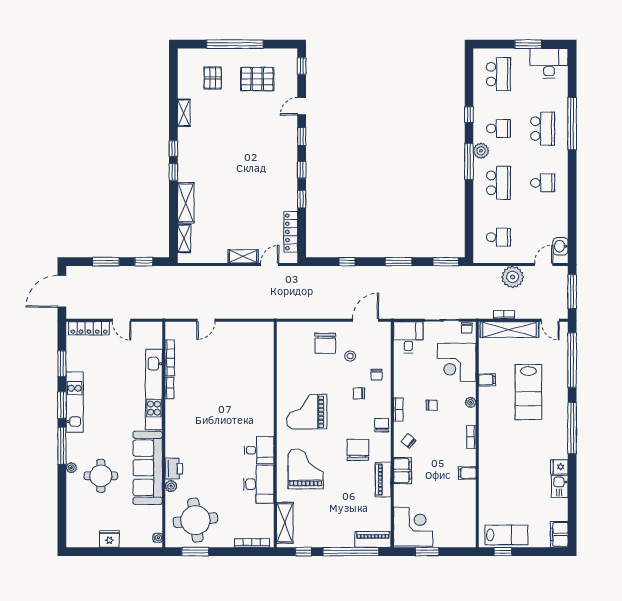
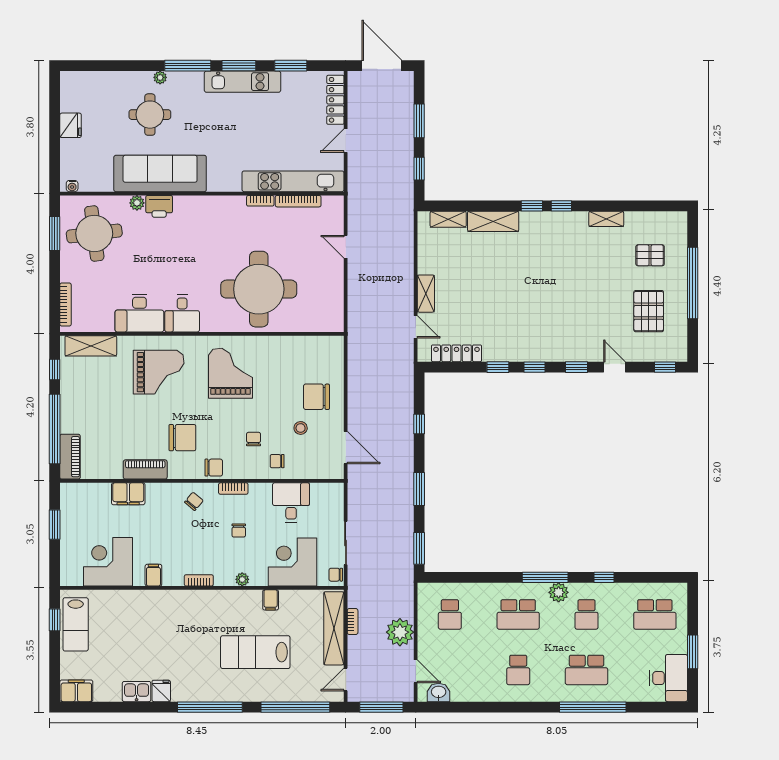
desk: (408, 337) -> (291, 503), moved, turned -90
round table: (240, 389) -> (259, 289), added
kitchen unit: (154, 390) -> (293, 181), moved
filing cabinet: (402, 471) -> (128, 494), moved
corner desk: (413, 527) -> (108, 562), moved, turned 180

